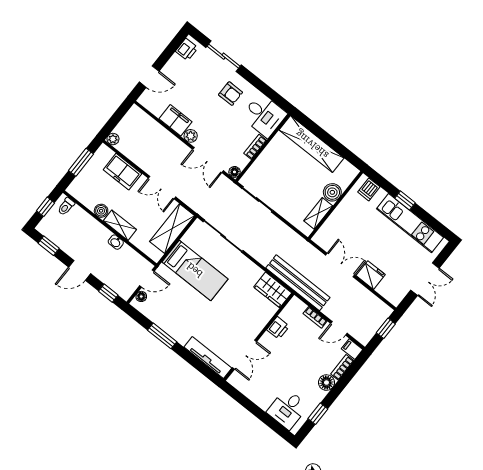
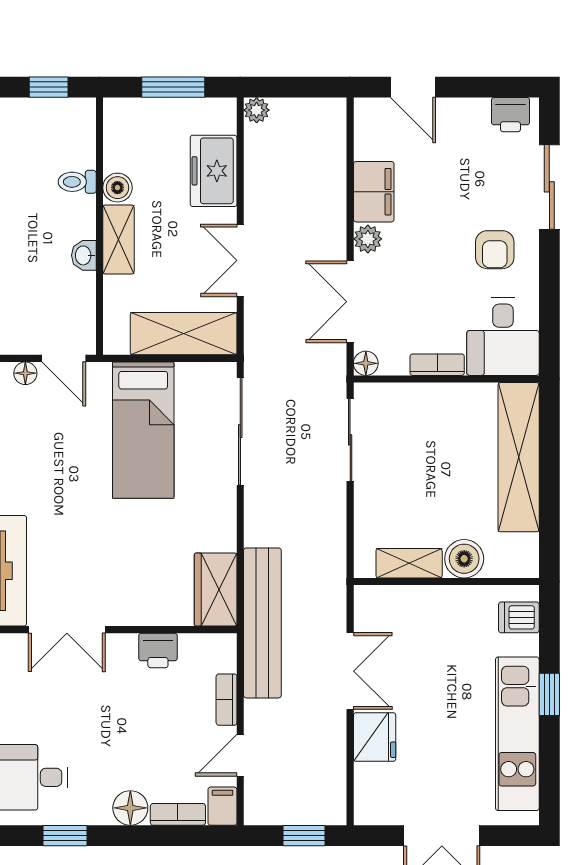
toilet: (66, 206) -> (77, 182), moved
door: (339, 328) -> (240, 755), hinge flipped

